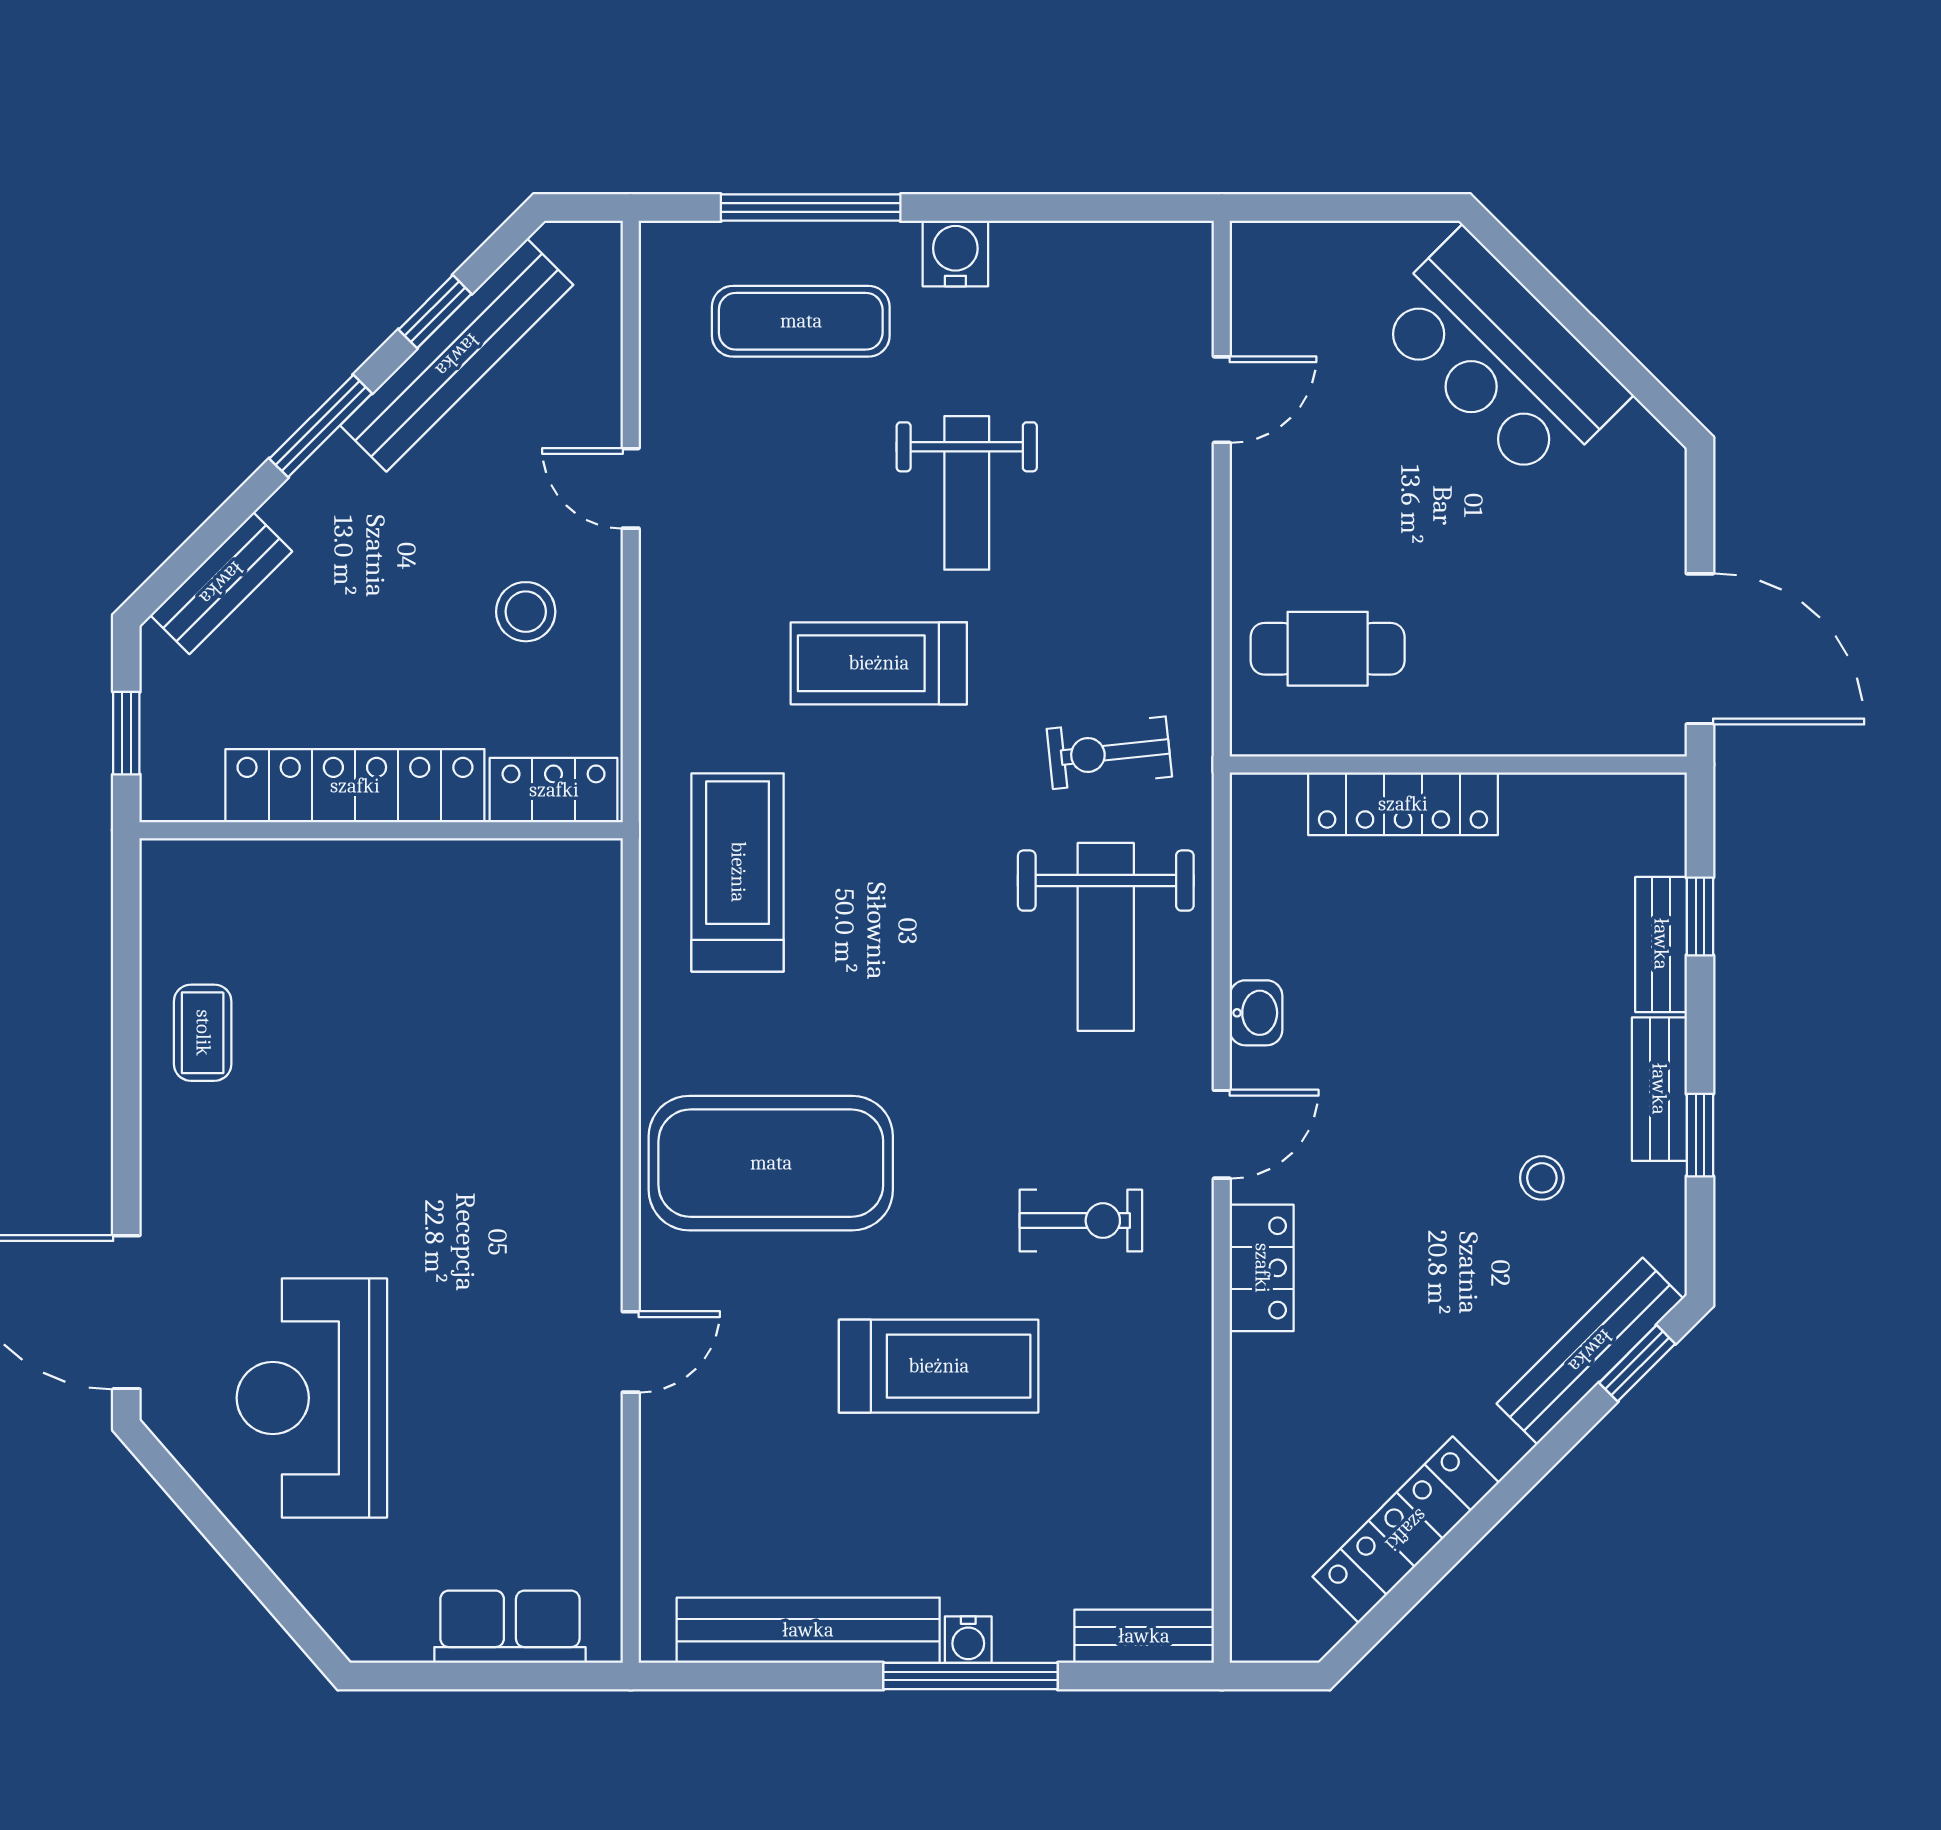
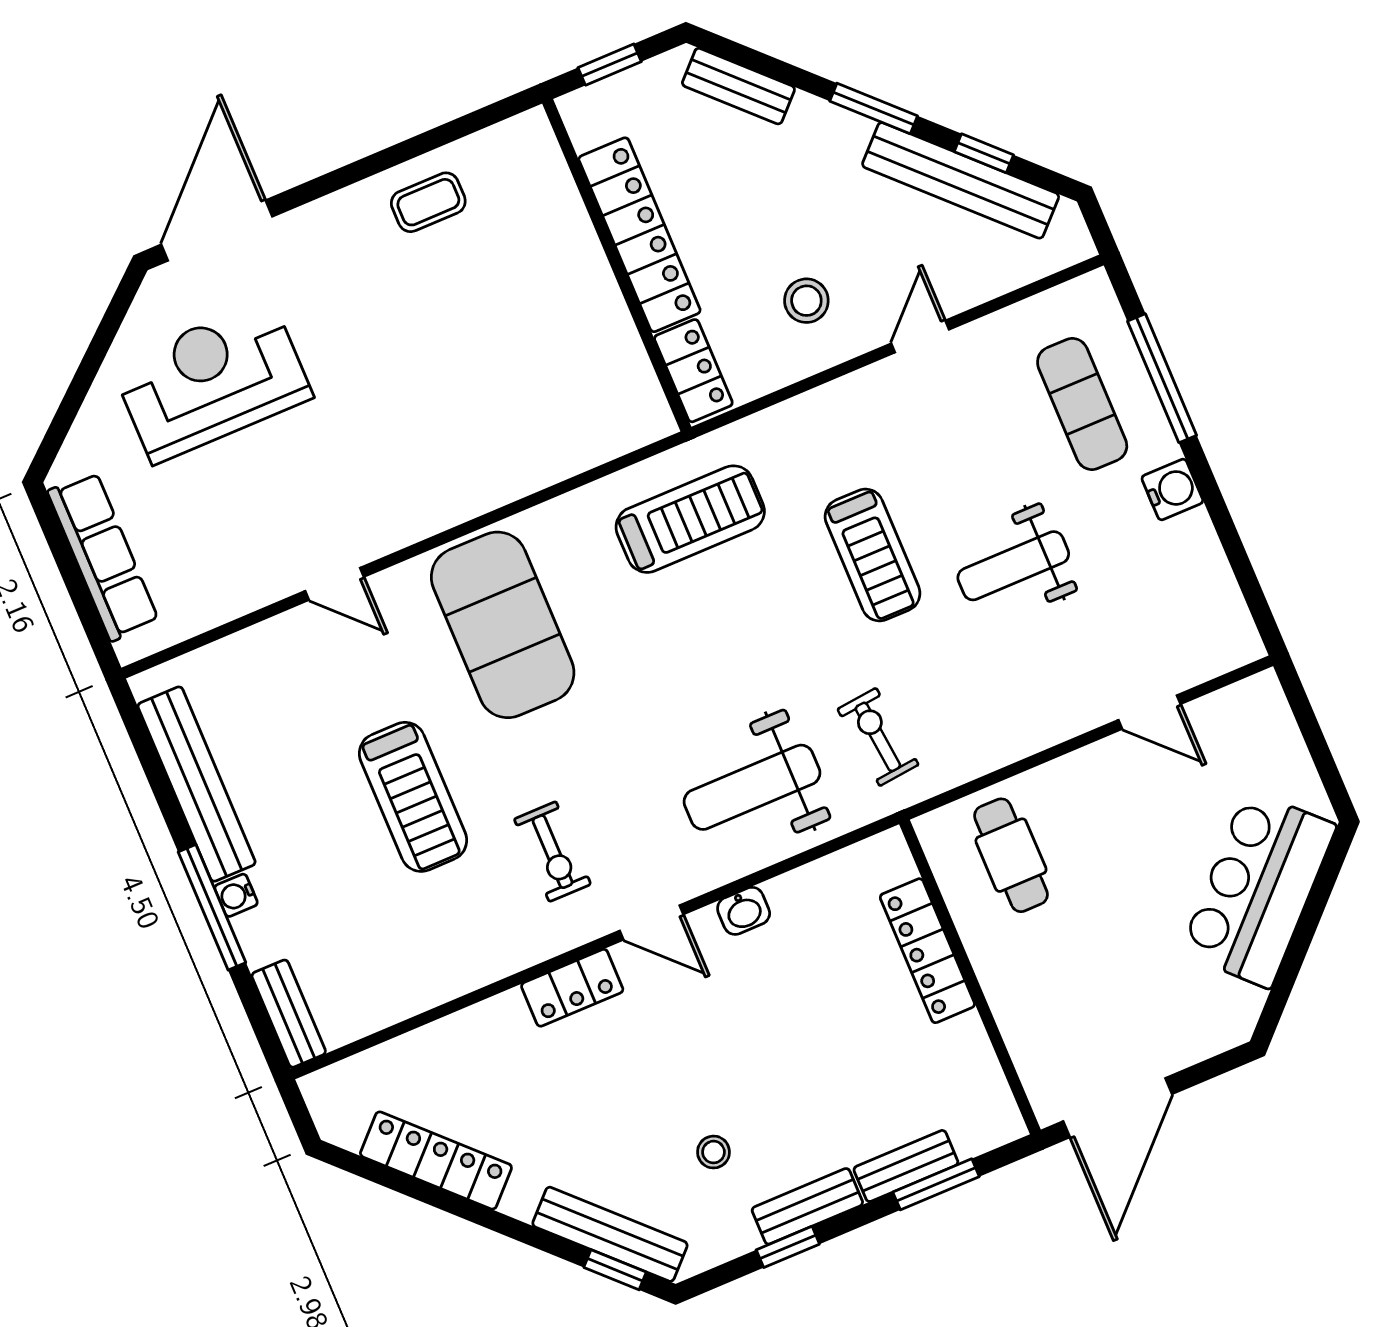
treadmill: (879, 663) -> (873, 555), turned 180
window: (1700, 916) -> (936, 1184), width x1.50
row of seats: (510, 1627) -> (103, 556), width x1.48

